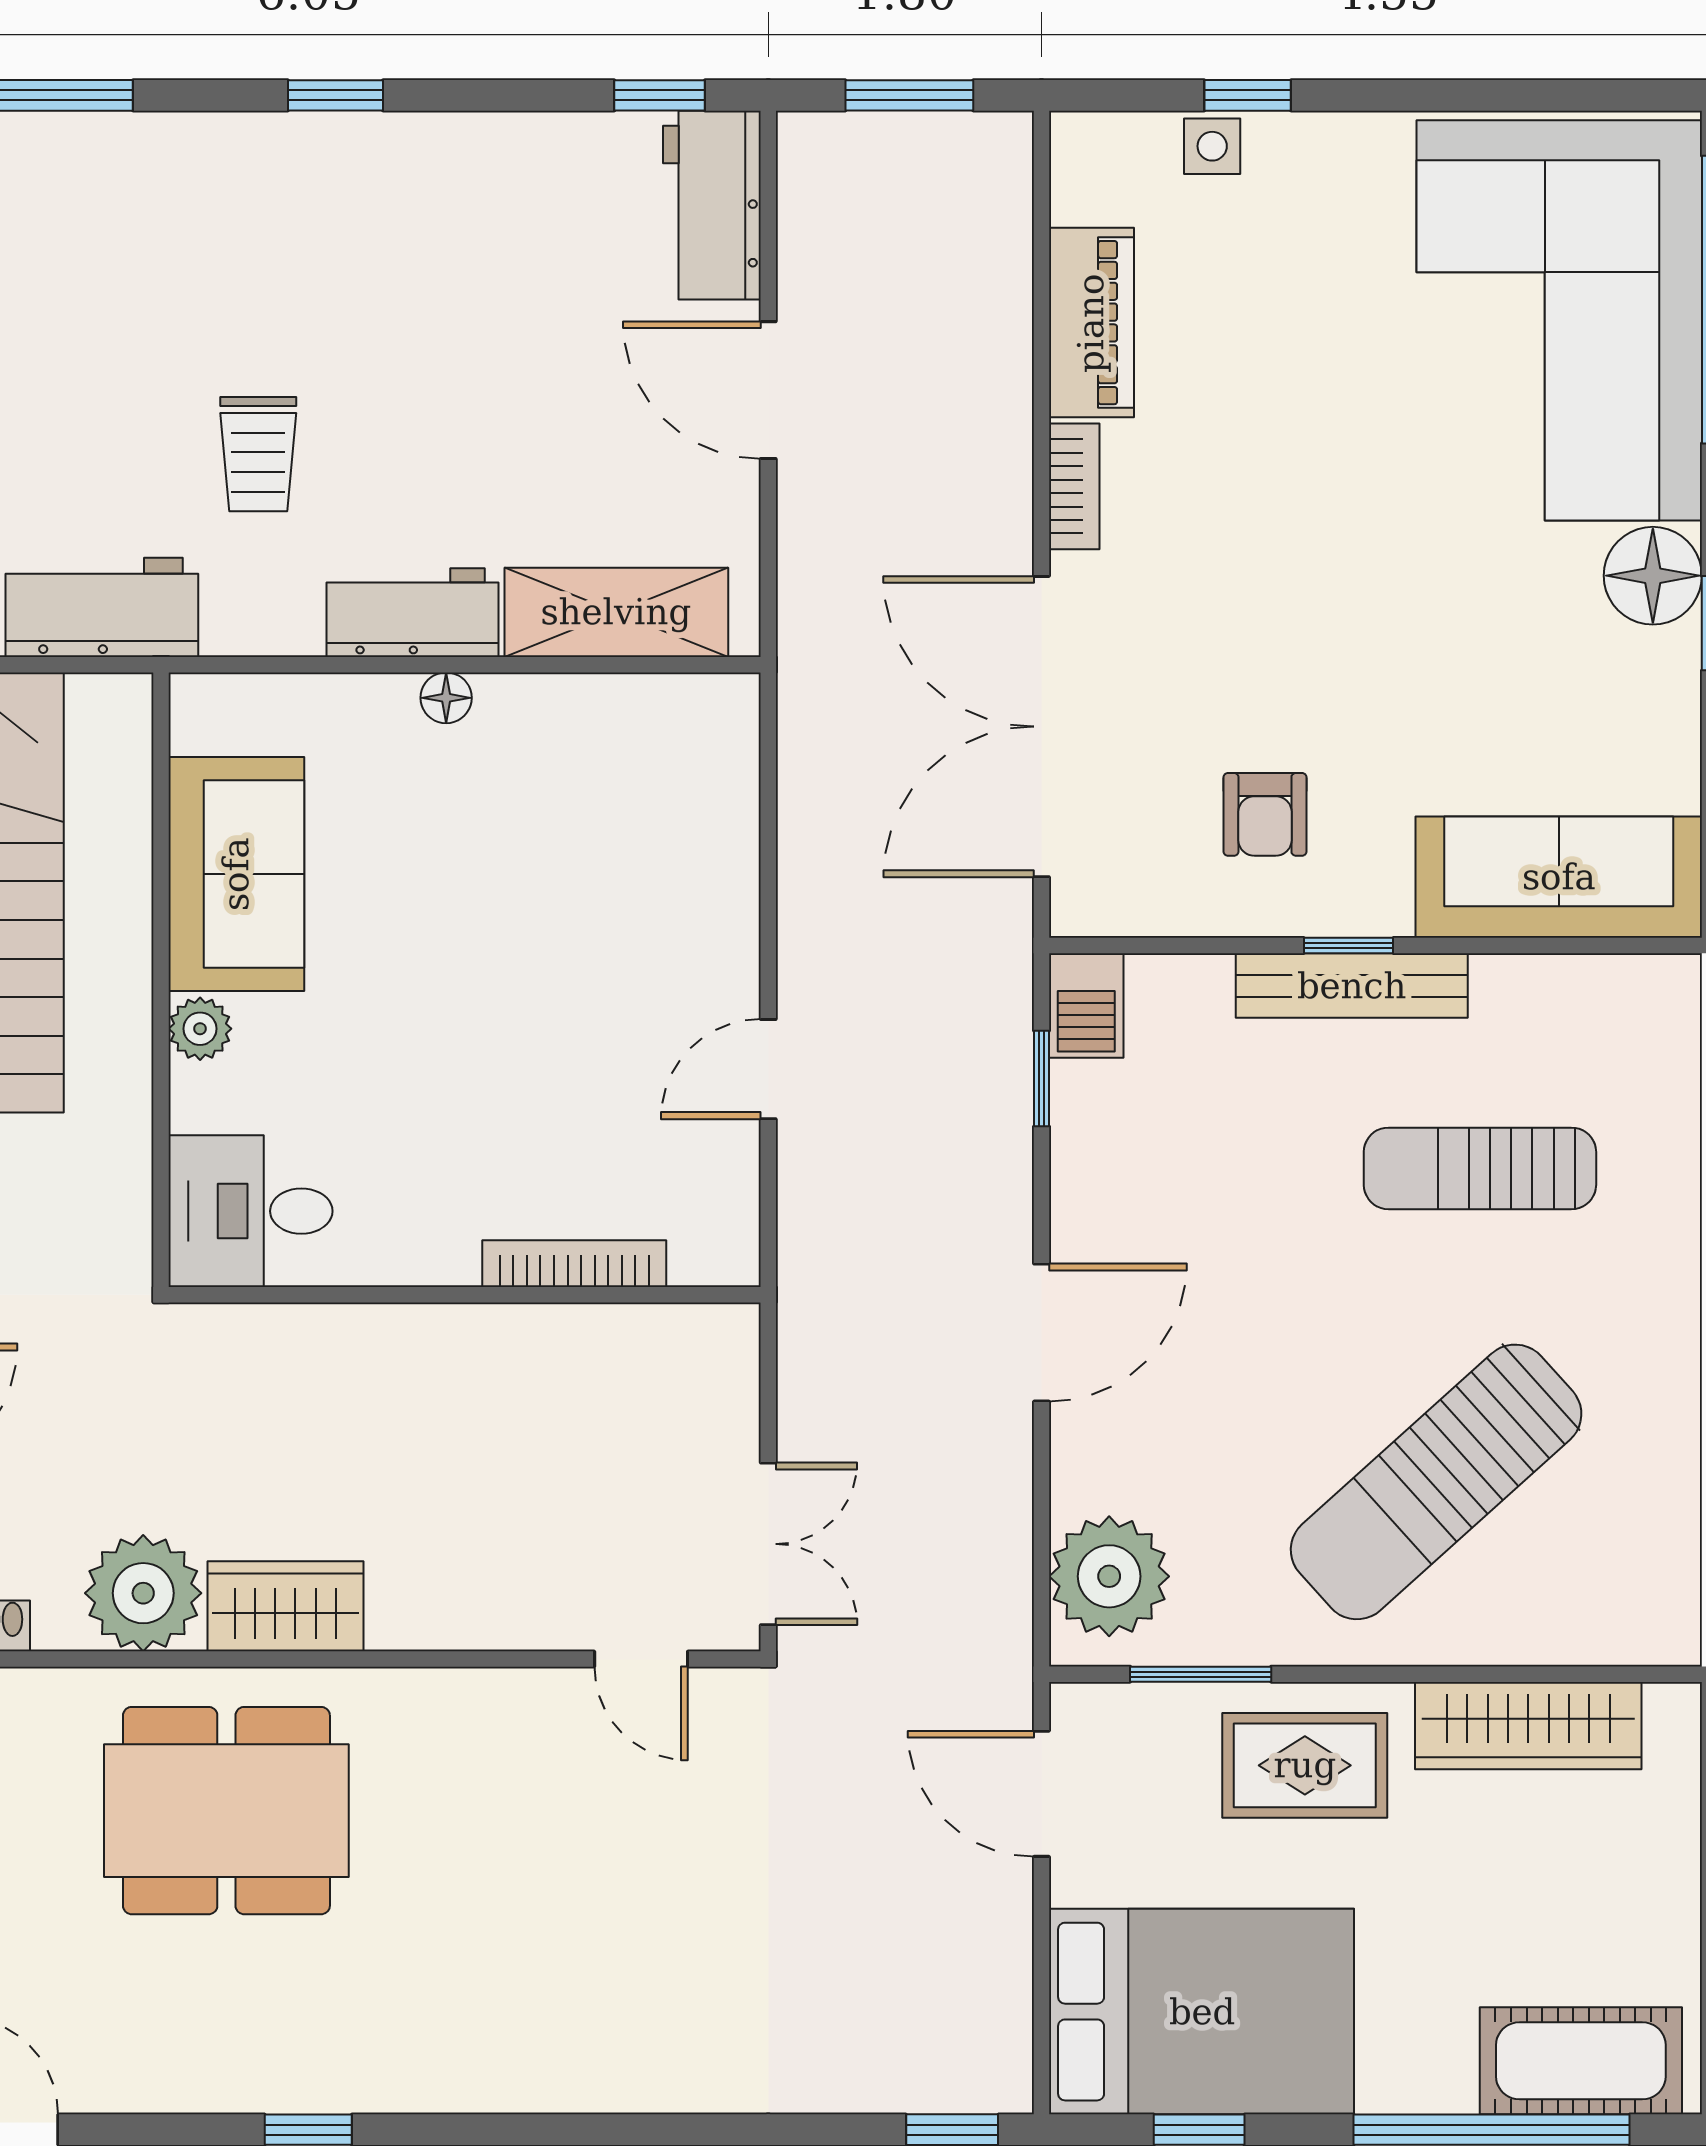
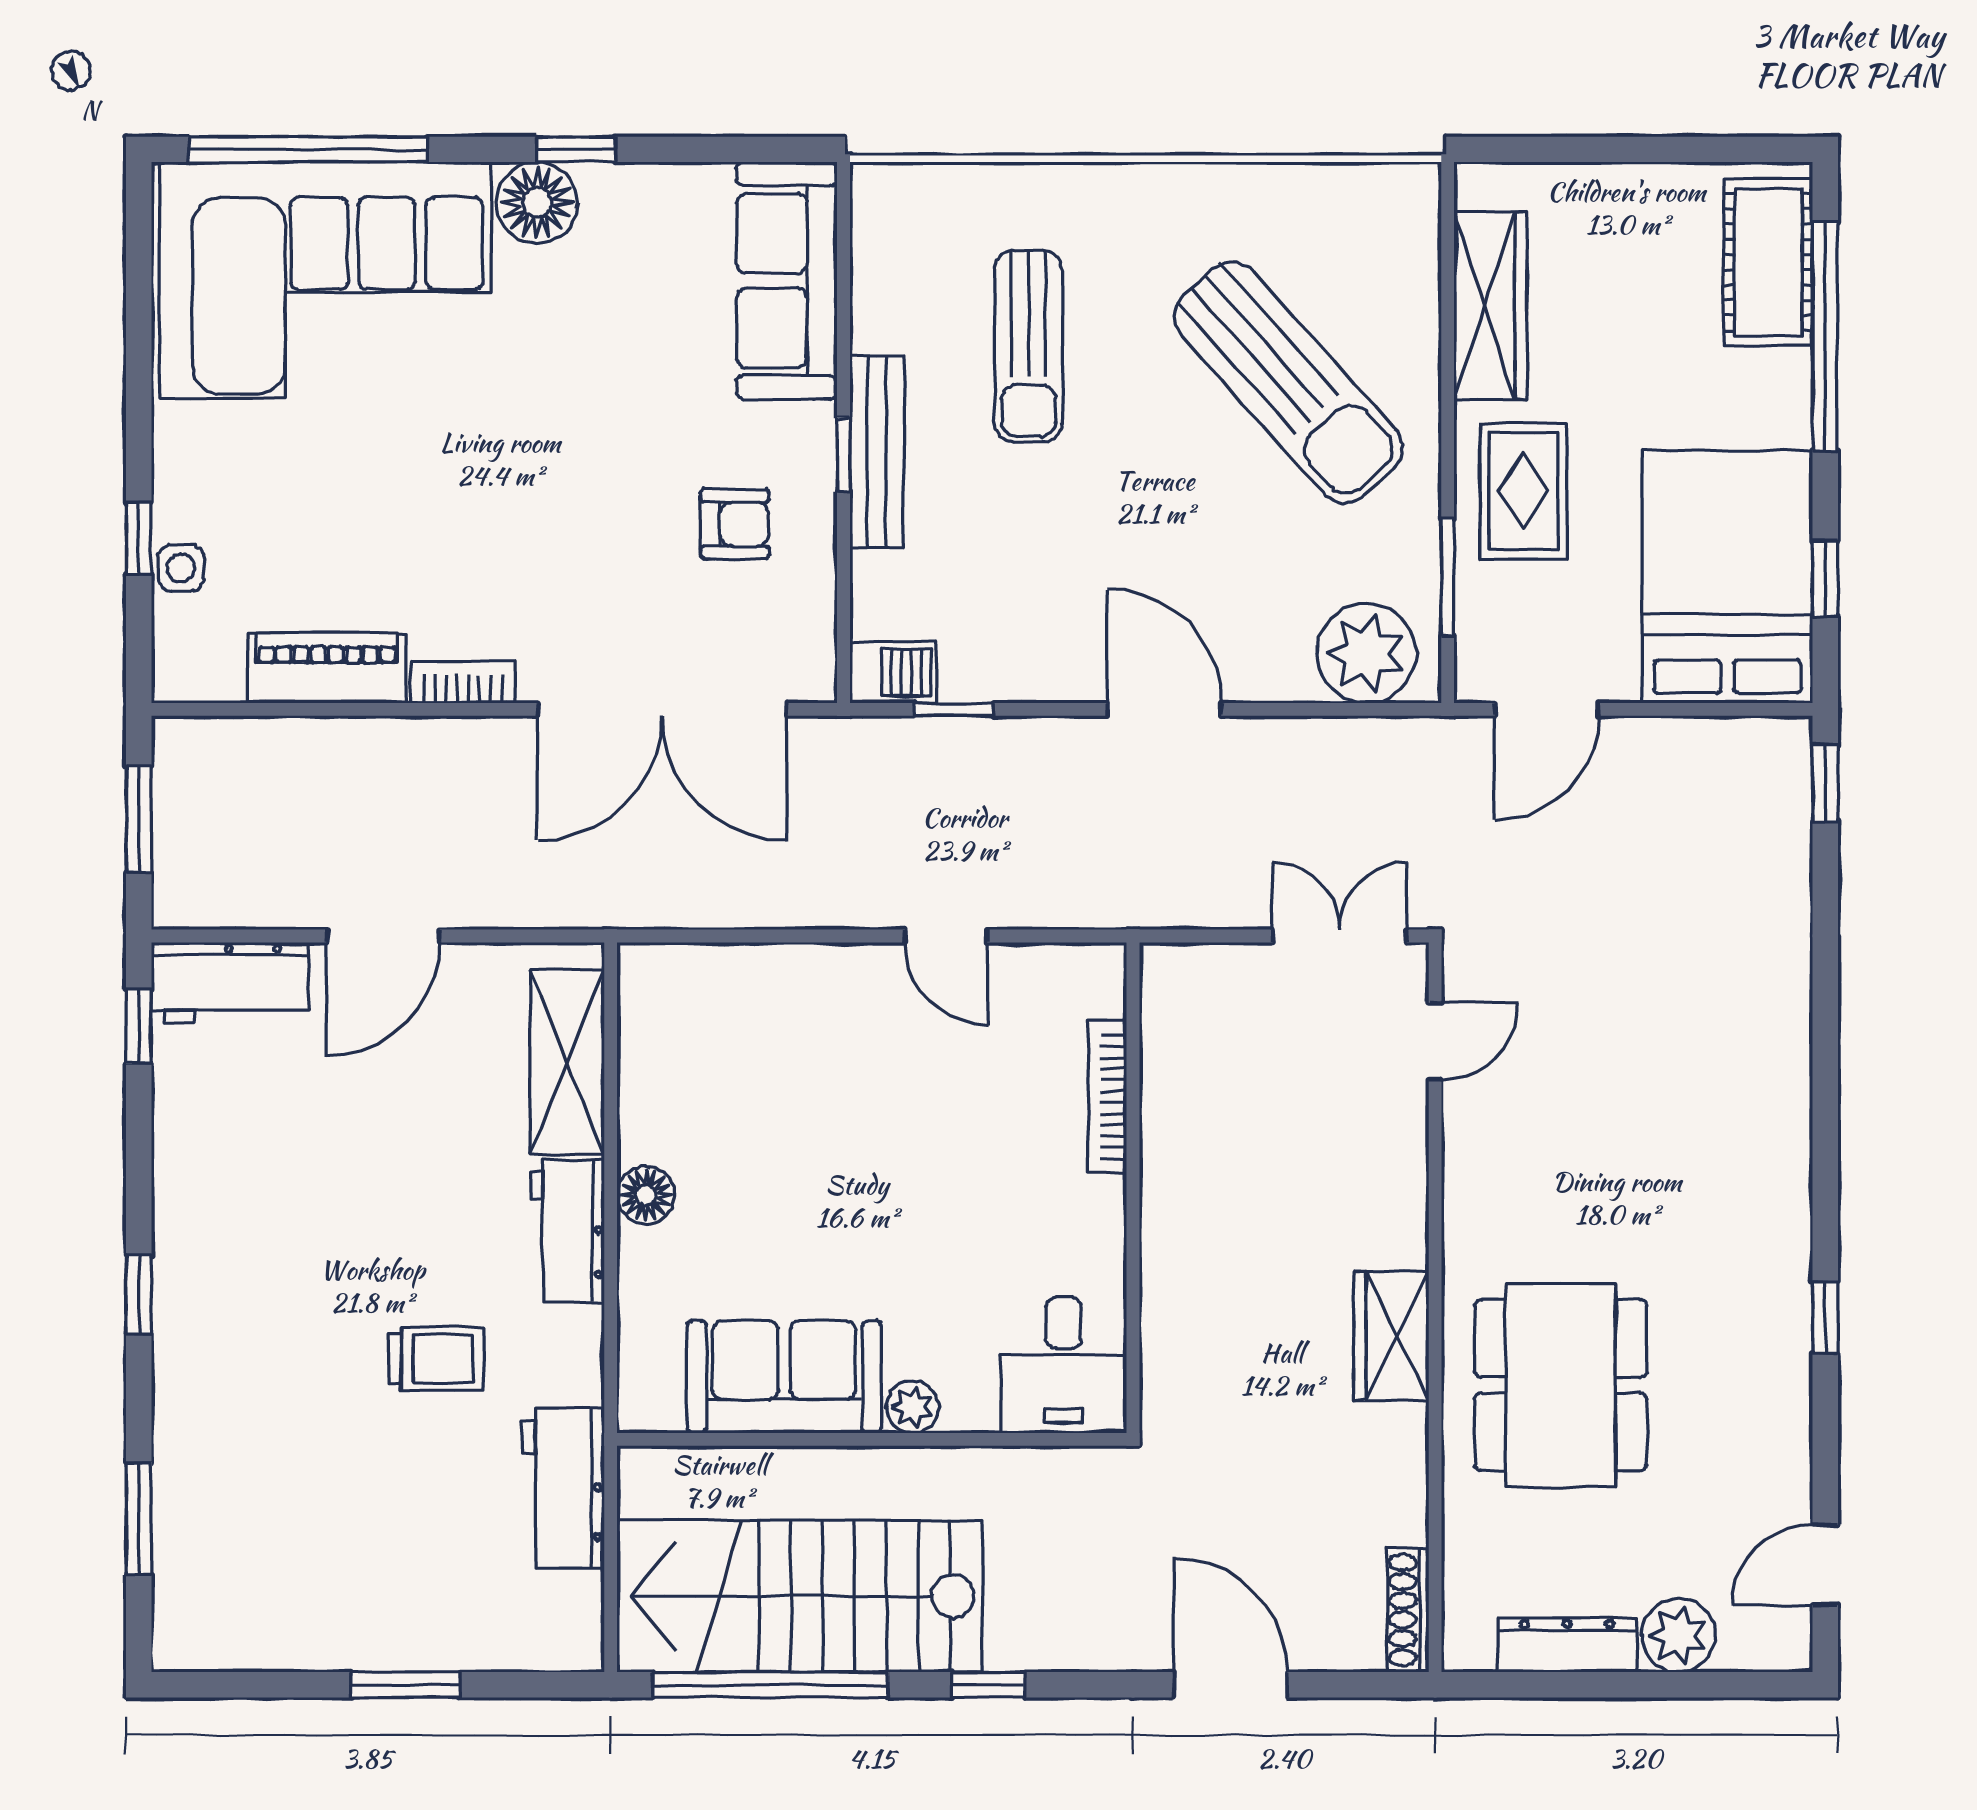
floor lamp: (446, 698) -> (646, 1195), width x1.37, depth x1.37
plant: (143, 1593) -> (1380, 1454), removed

